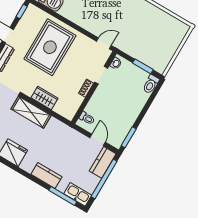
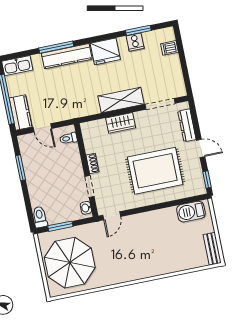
parasol: (158, 38) -> (70, 263), added
rug: (50, 47) -> (155, 171), turned 90
window: (129, 137) -> (21, 168), moved
kitchen counter: (46, 175) -> (67, 56), width x1.50
window: (63, 196) -> (56, 47), moved

